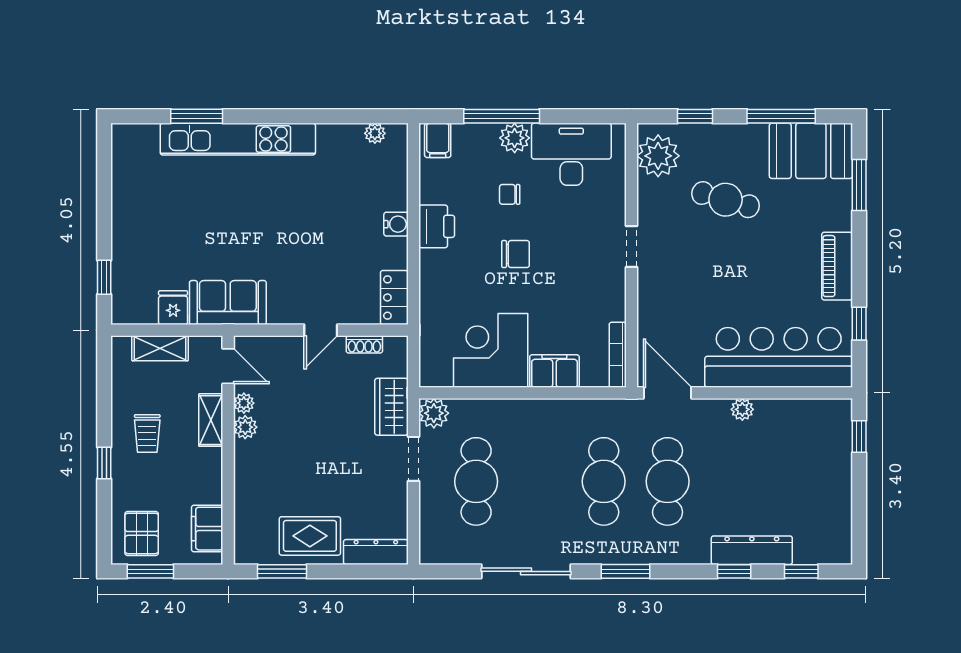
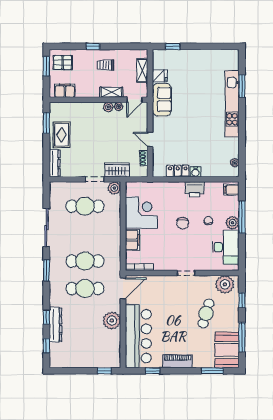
locker: (394, 298) -> (178, 171), moved
plant: (742, 409) -> (112, 321), width x1.88, depth x1.88

